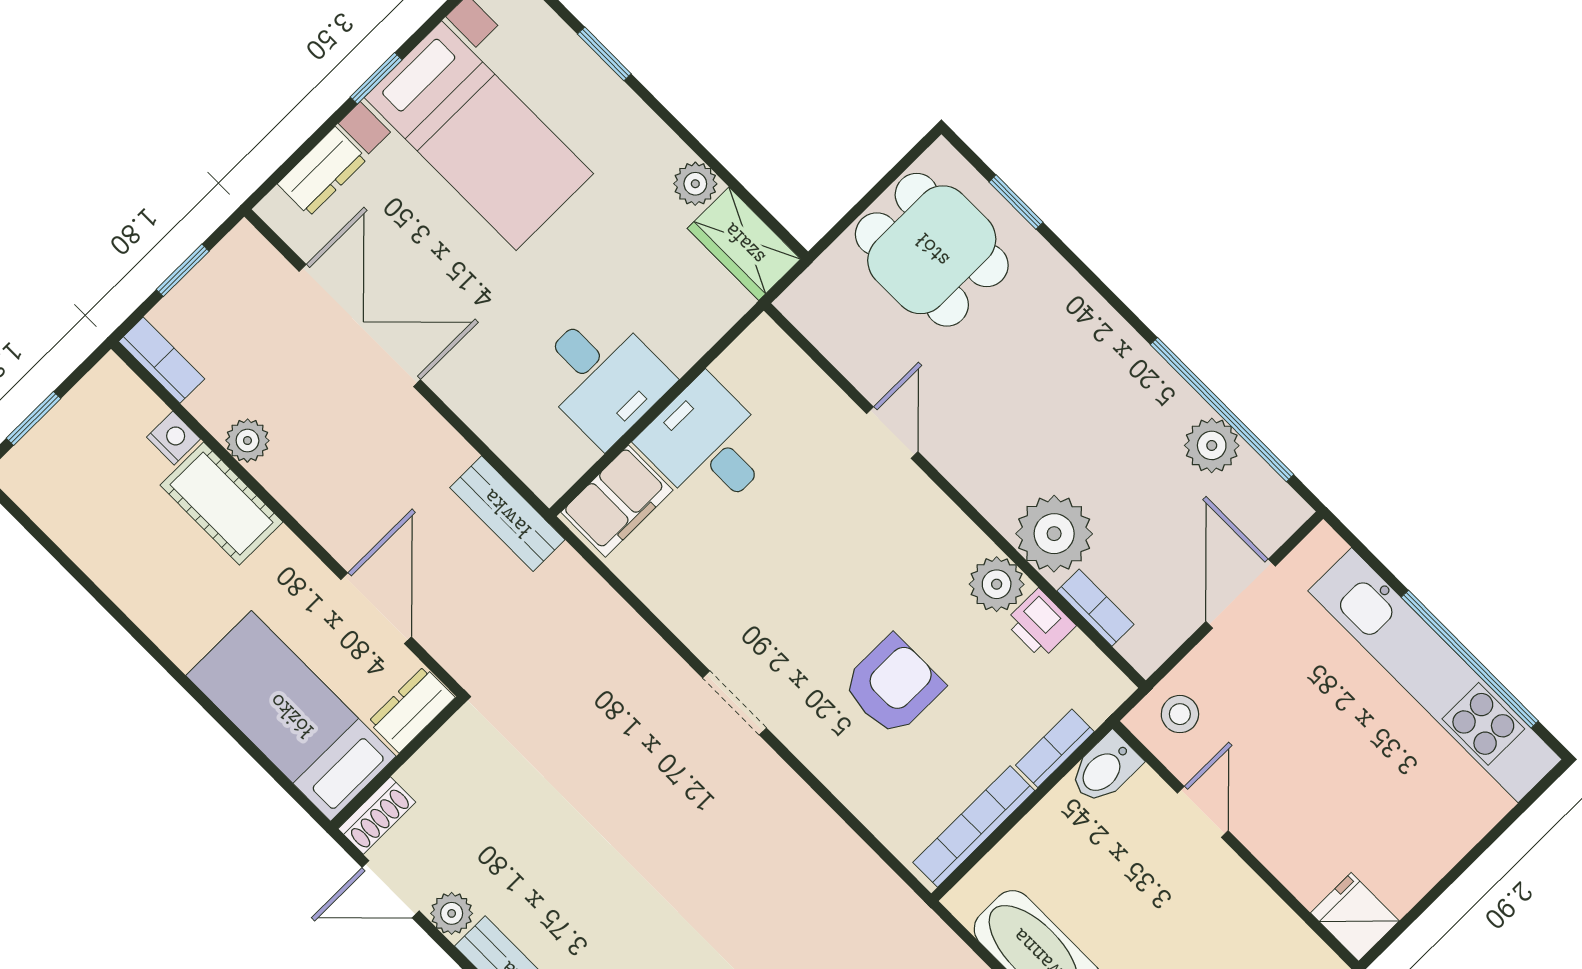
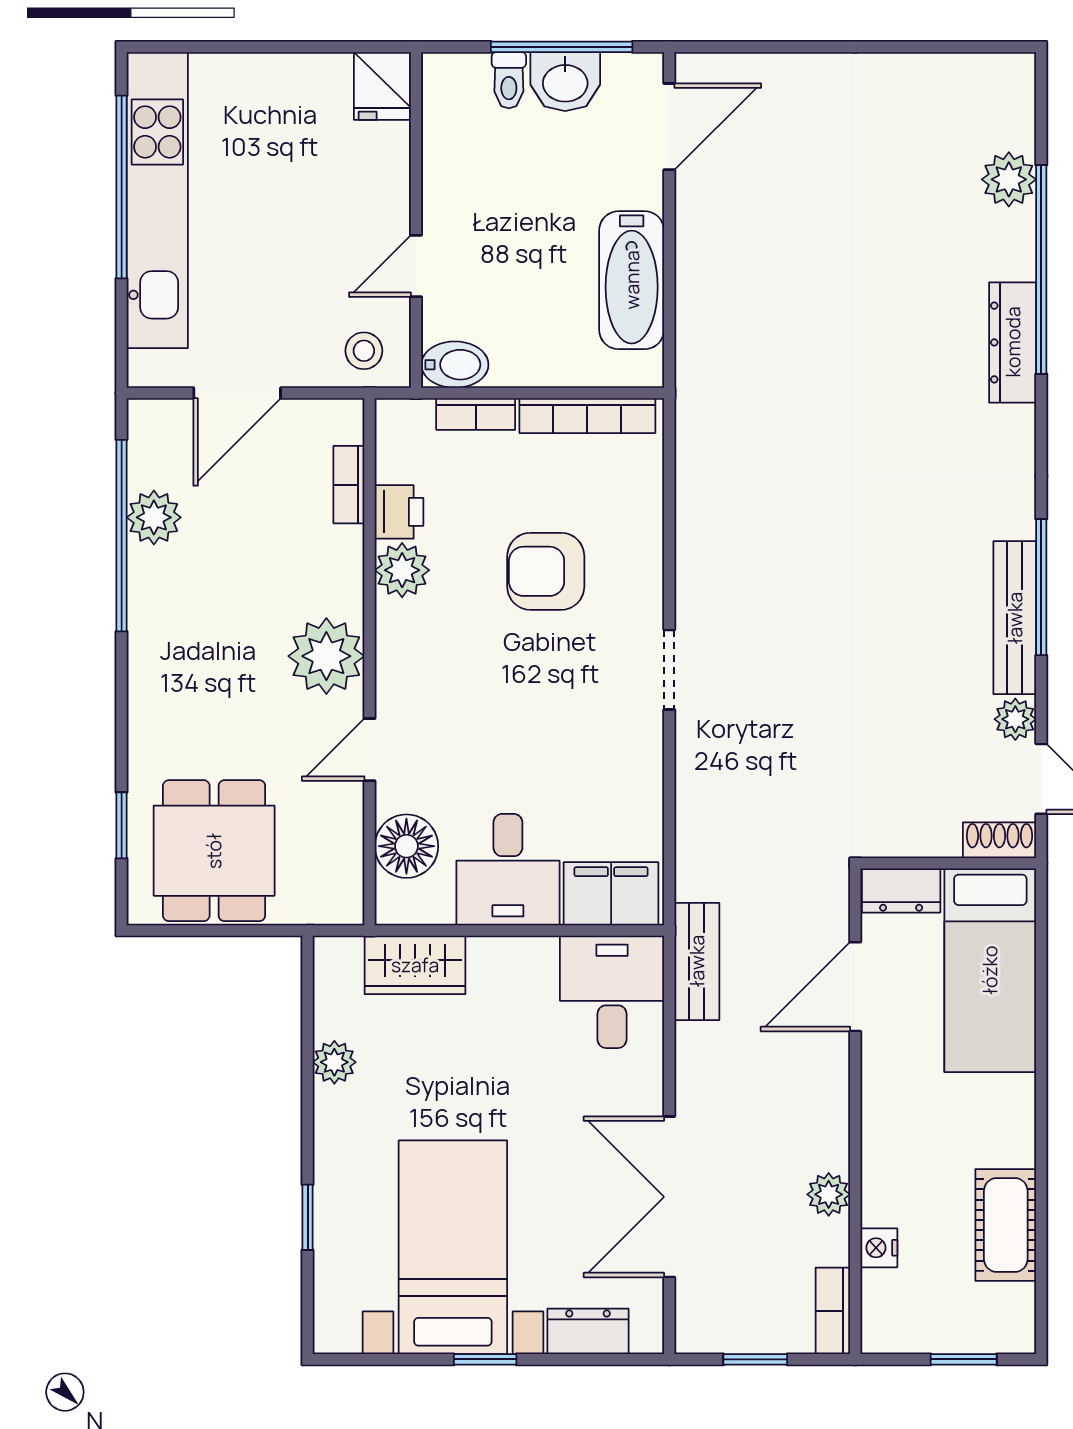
wardrobe: (744, 244) -> (415, 965), moved, turned 90
desk: (602, 376) -> (612, 992), moved
floor lamp: (797, 390) -> (406, 846), added
cot: (221, 504) -> (1006, 1225), moved
plant: (1054, 534) -> (326, 656), moved

